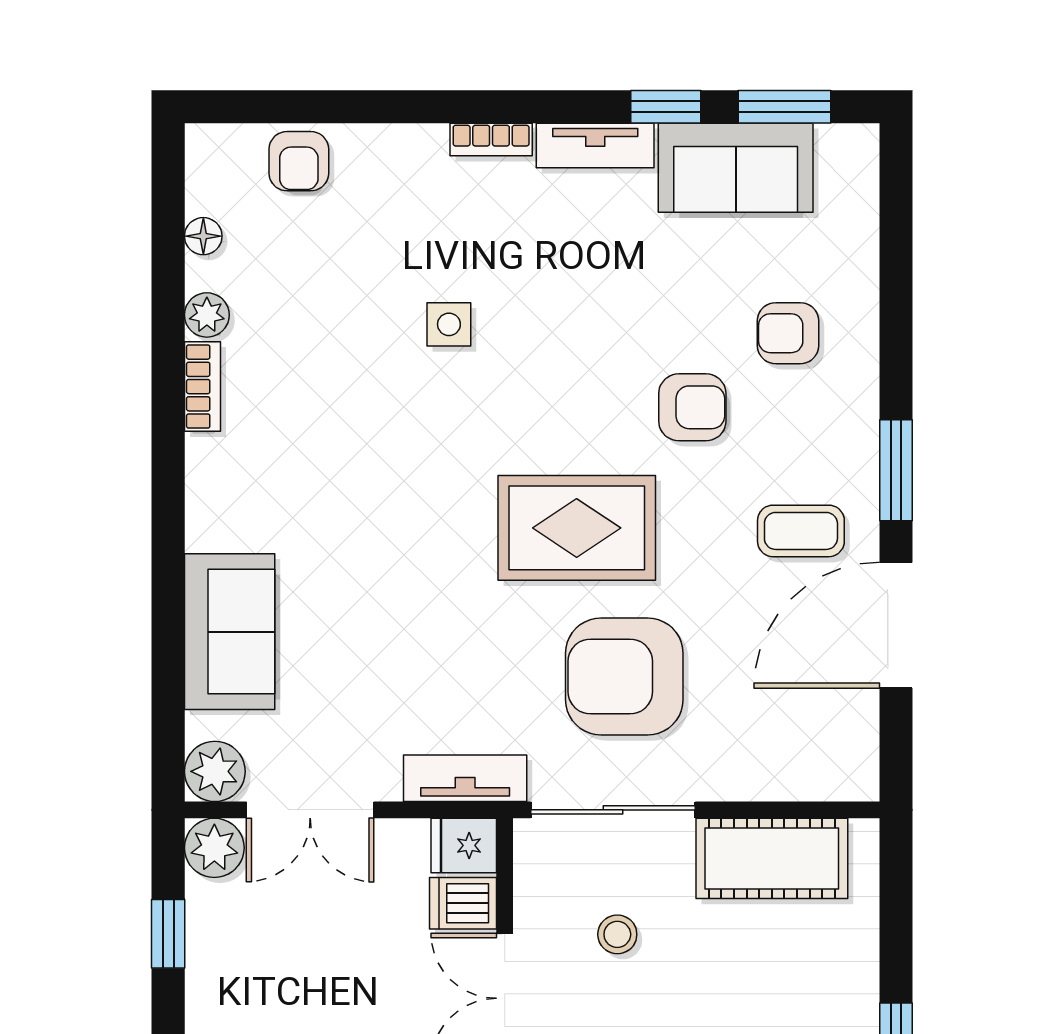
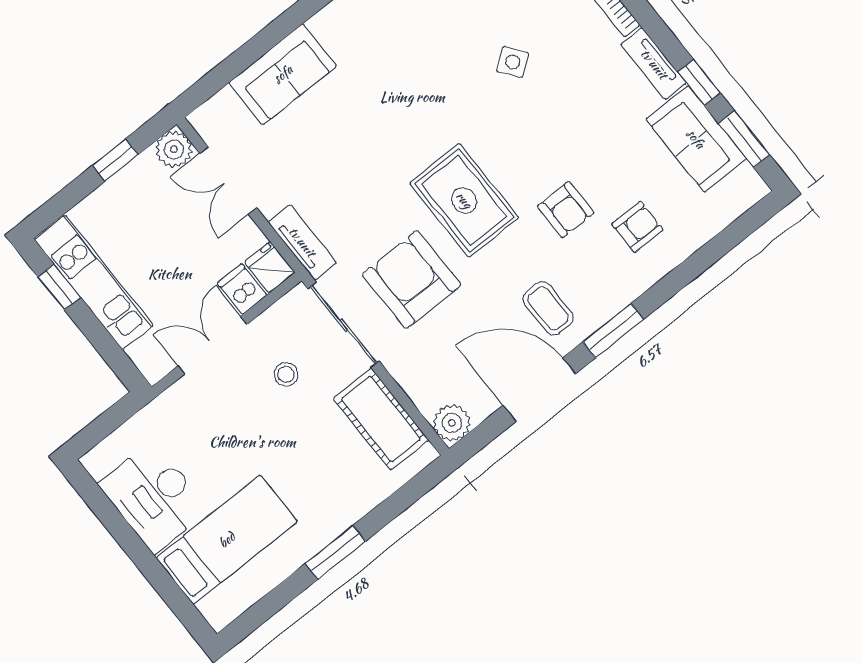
side table: (449, 324) -> (513, 62), turned -37
armchair: (788, 333) -> (637, 227), turned 90
plant: (215, 771) -> (452, 423), moved

